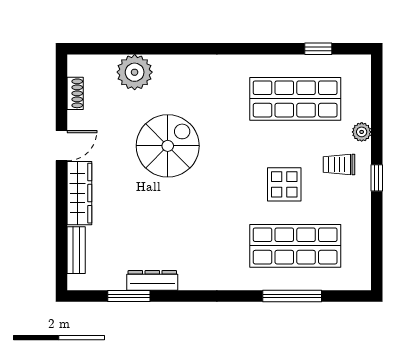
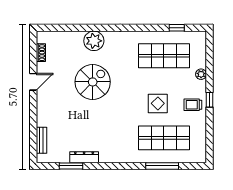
plant: (135, 72) -> (94, 41), moved
trolley: (339, 165) -> (193, 105), moved
wardrobe: (79, 193) -> (43, 108), removed

